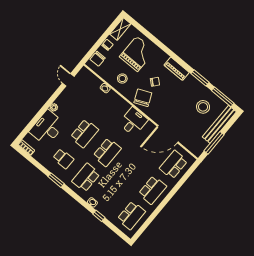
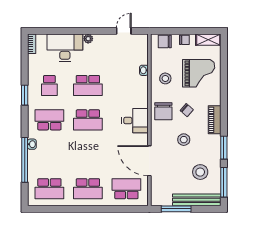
chair: (143, 98) -> (163, 111), turned 114
stool: (173, 100) -> (184, 140), added
window: (99, 216) -> (25, 160), width x3.17

